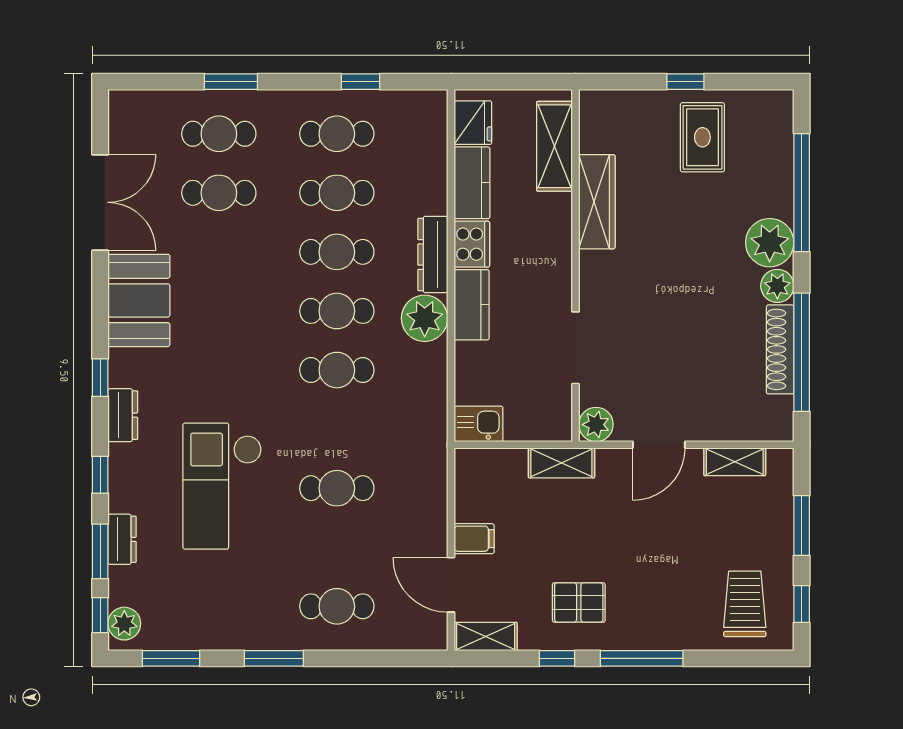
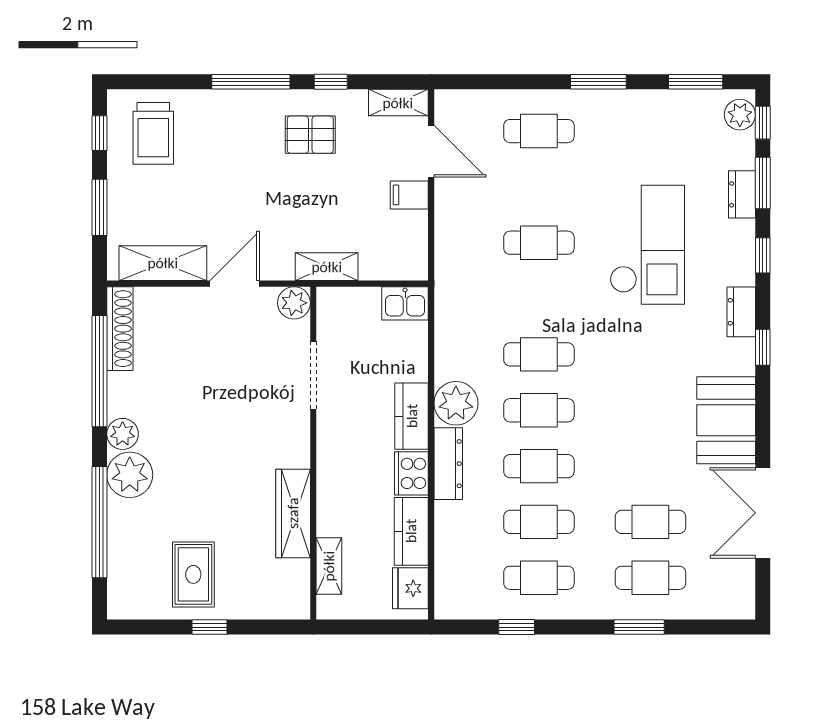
shelving: (555, 146) -> (329, 566), width x0.67, depth x0.75
shoe rack: (780, 349) -> (120, 329), moved
shelving: (735, 462) -> (163, 263), width x1.50, depth x1.33

